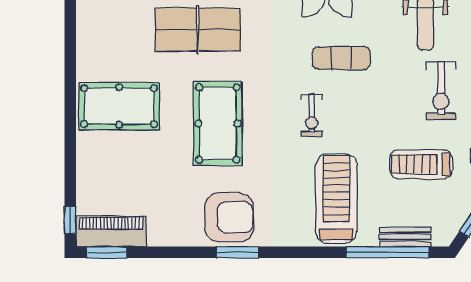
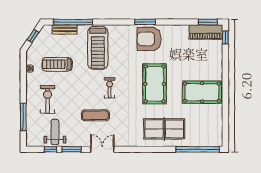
treadmill: (421, 164) -> (57, 64), turned 180

